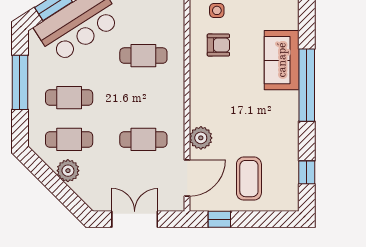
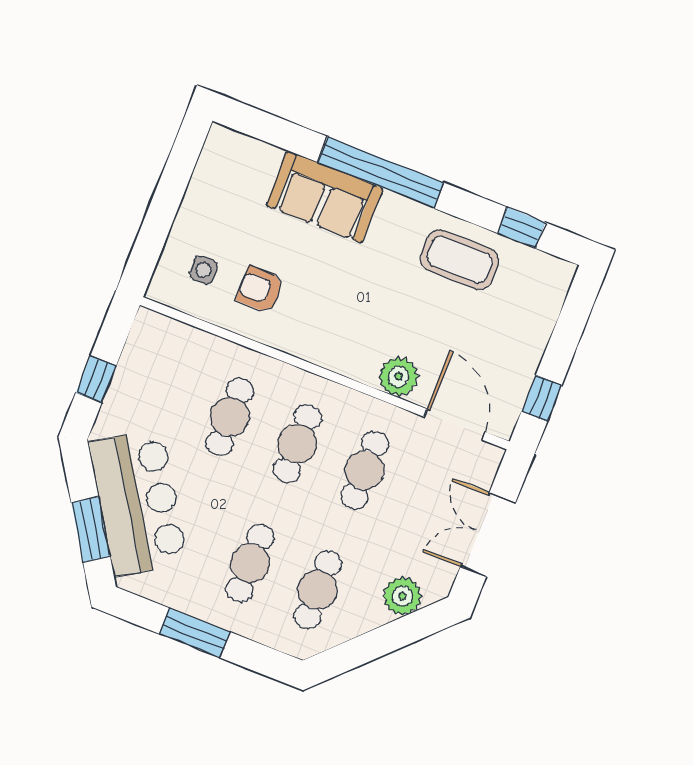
armchair: (218, 45) -> (260, 289), turned -90
window: (20, 82) -> (194, 633), width x0.69
cafe table: (143, 98) -> (297, 444), added
plant: (68, 171) -> (402, 596), moved
coffee table: (249, 179) -> (460, 260), moved

